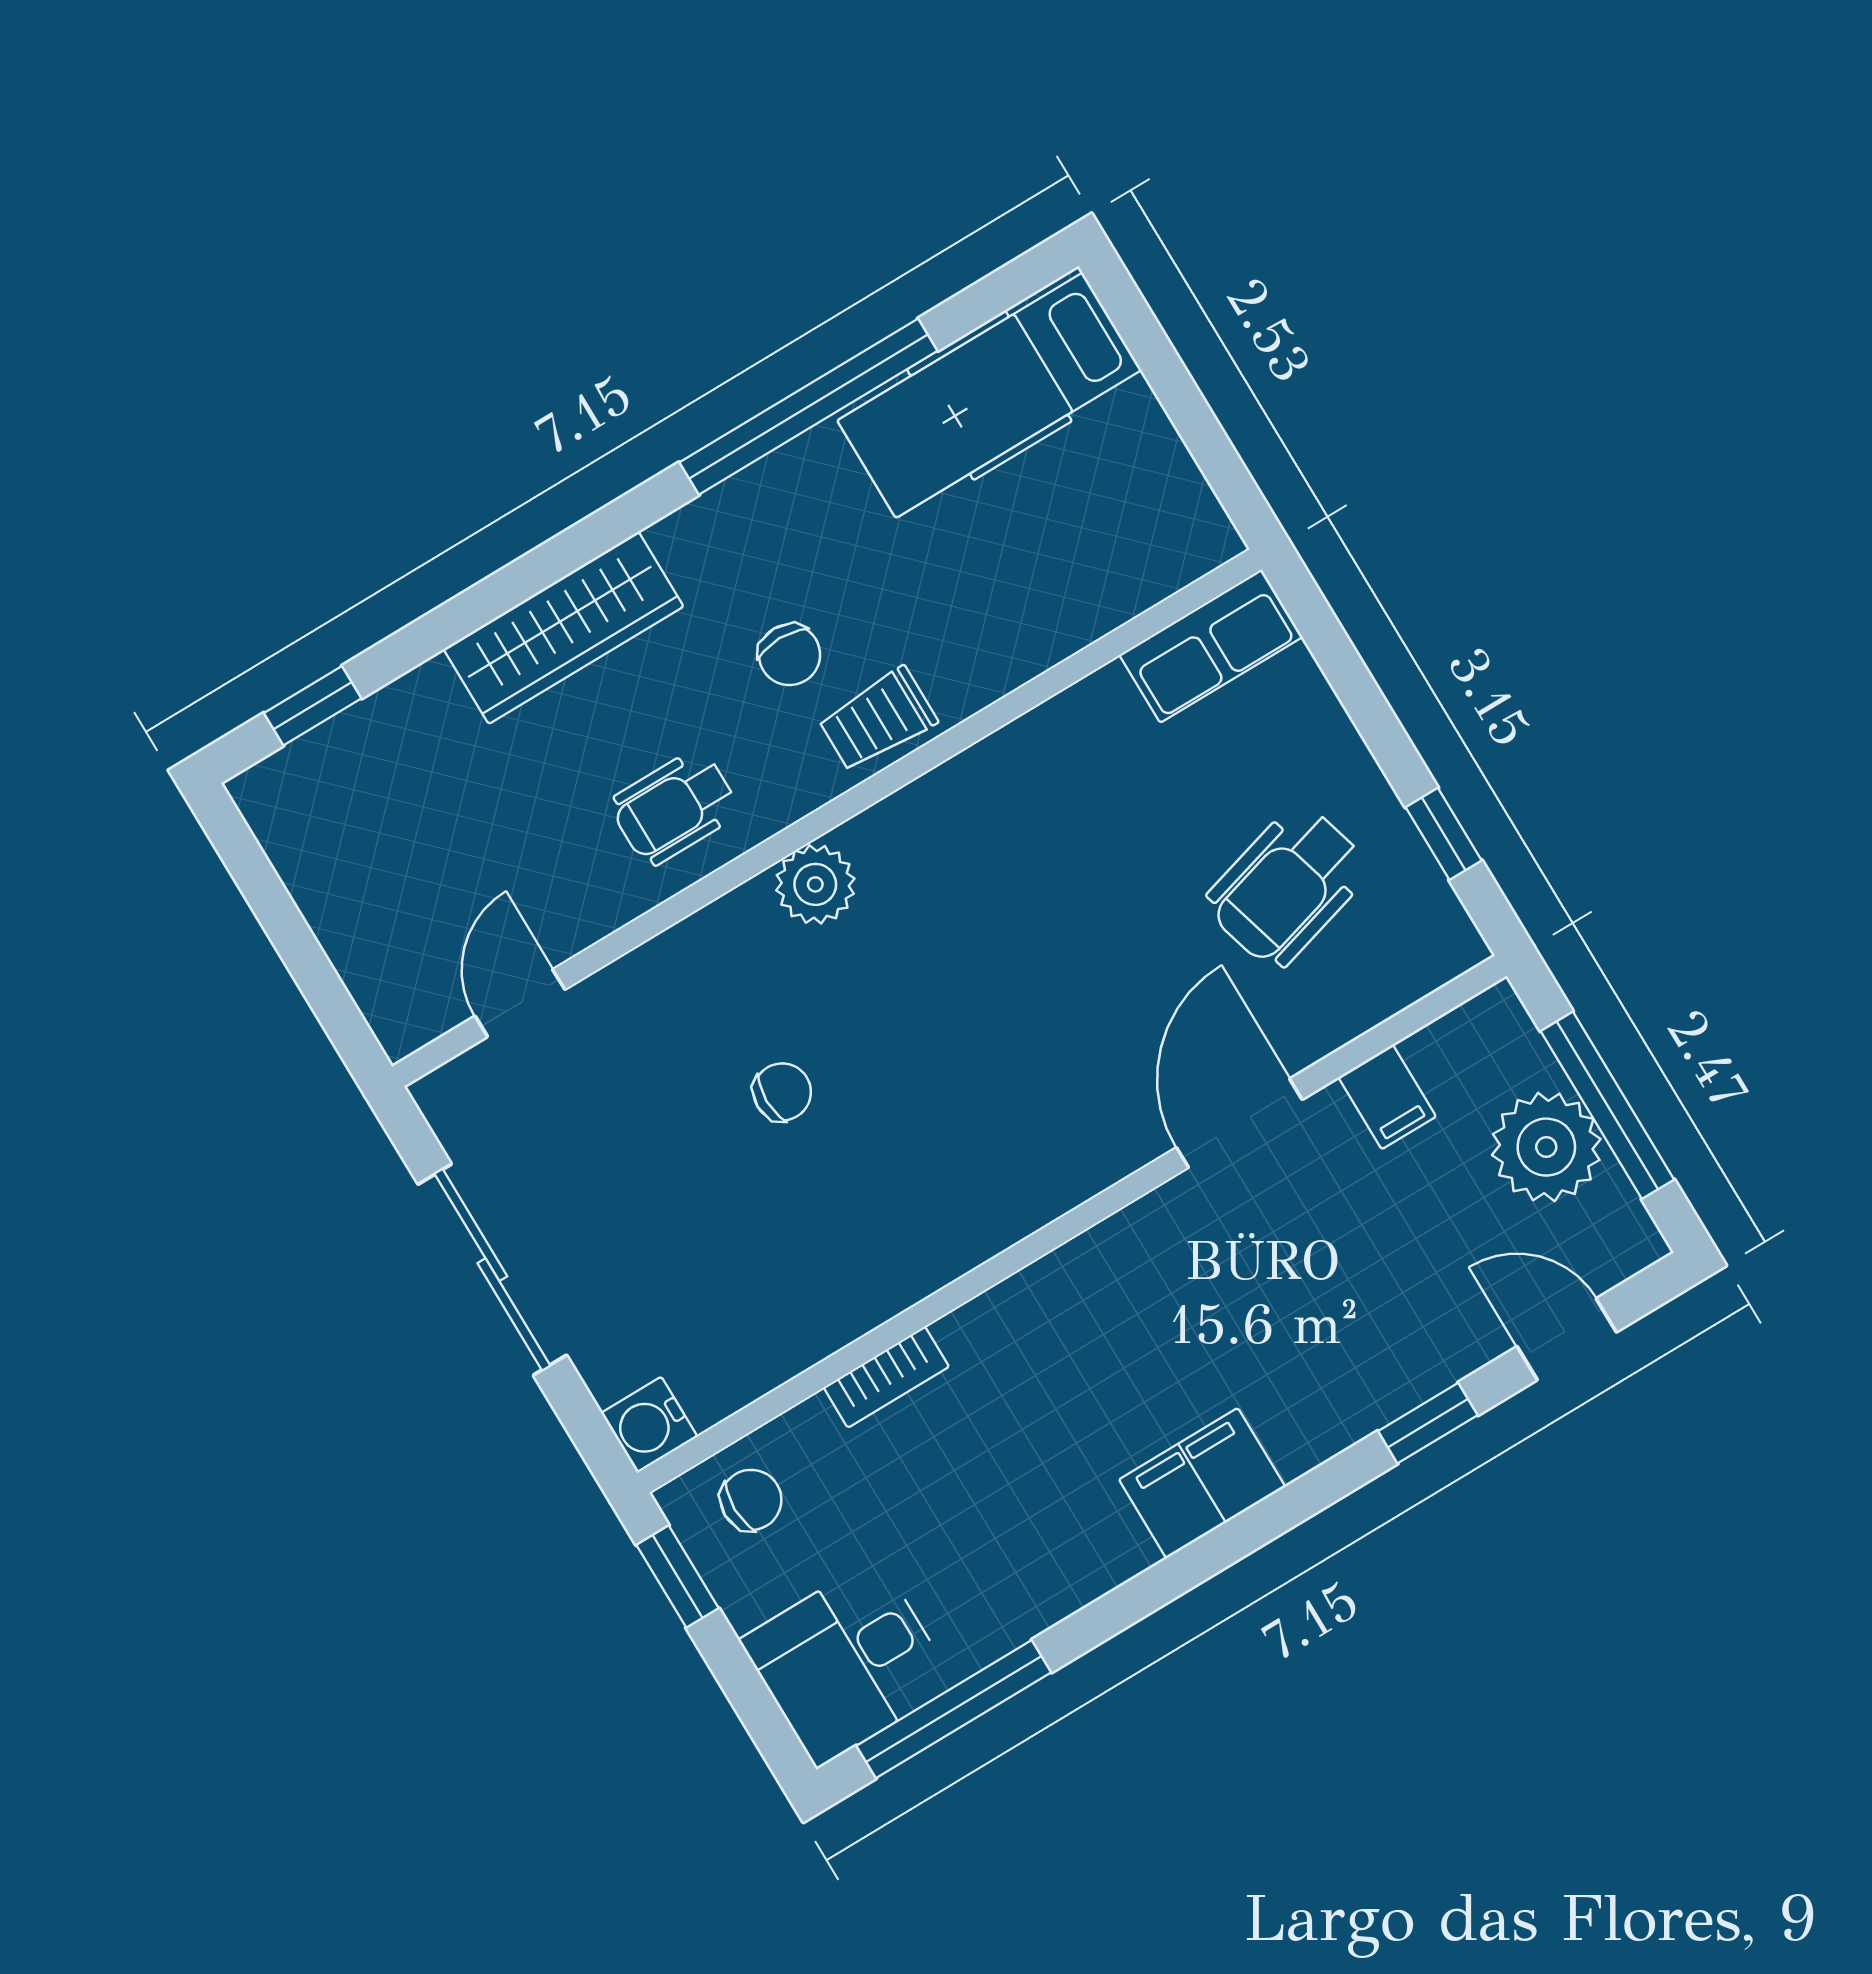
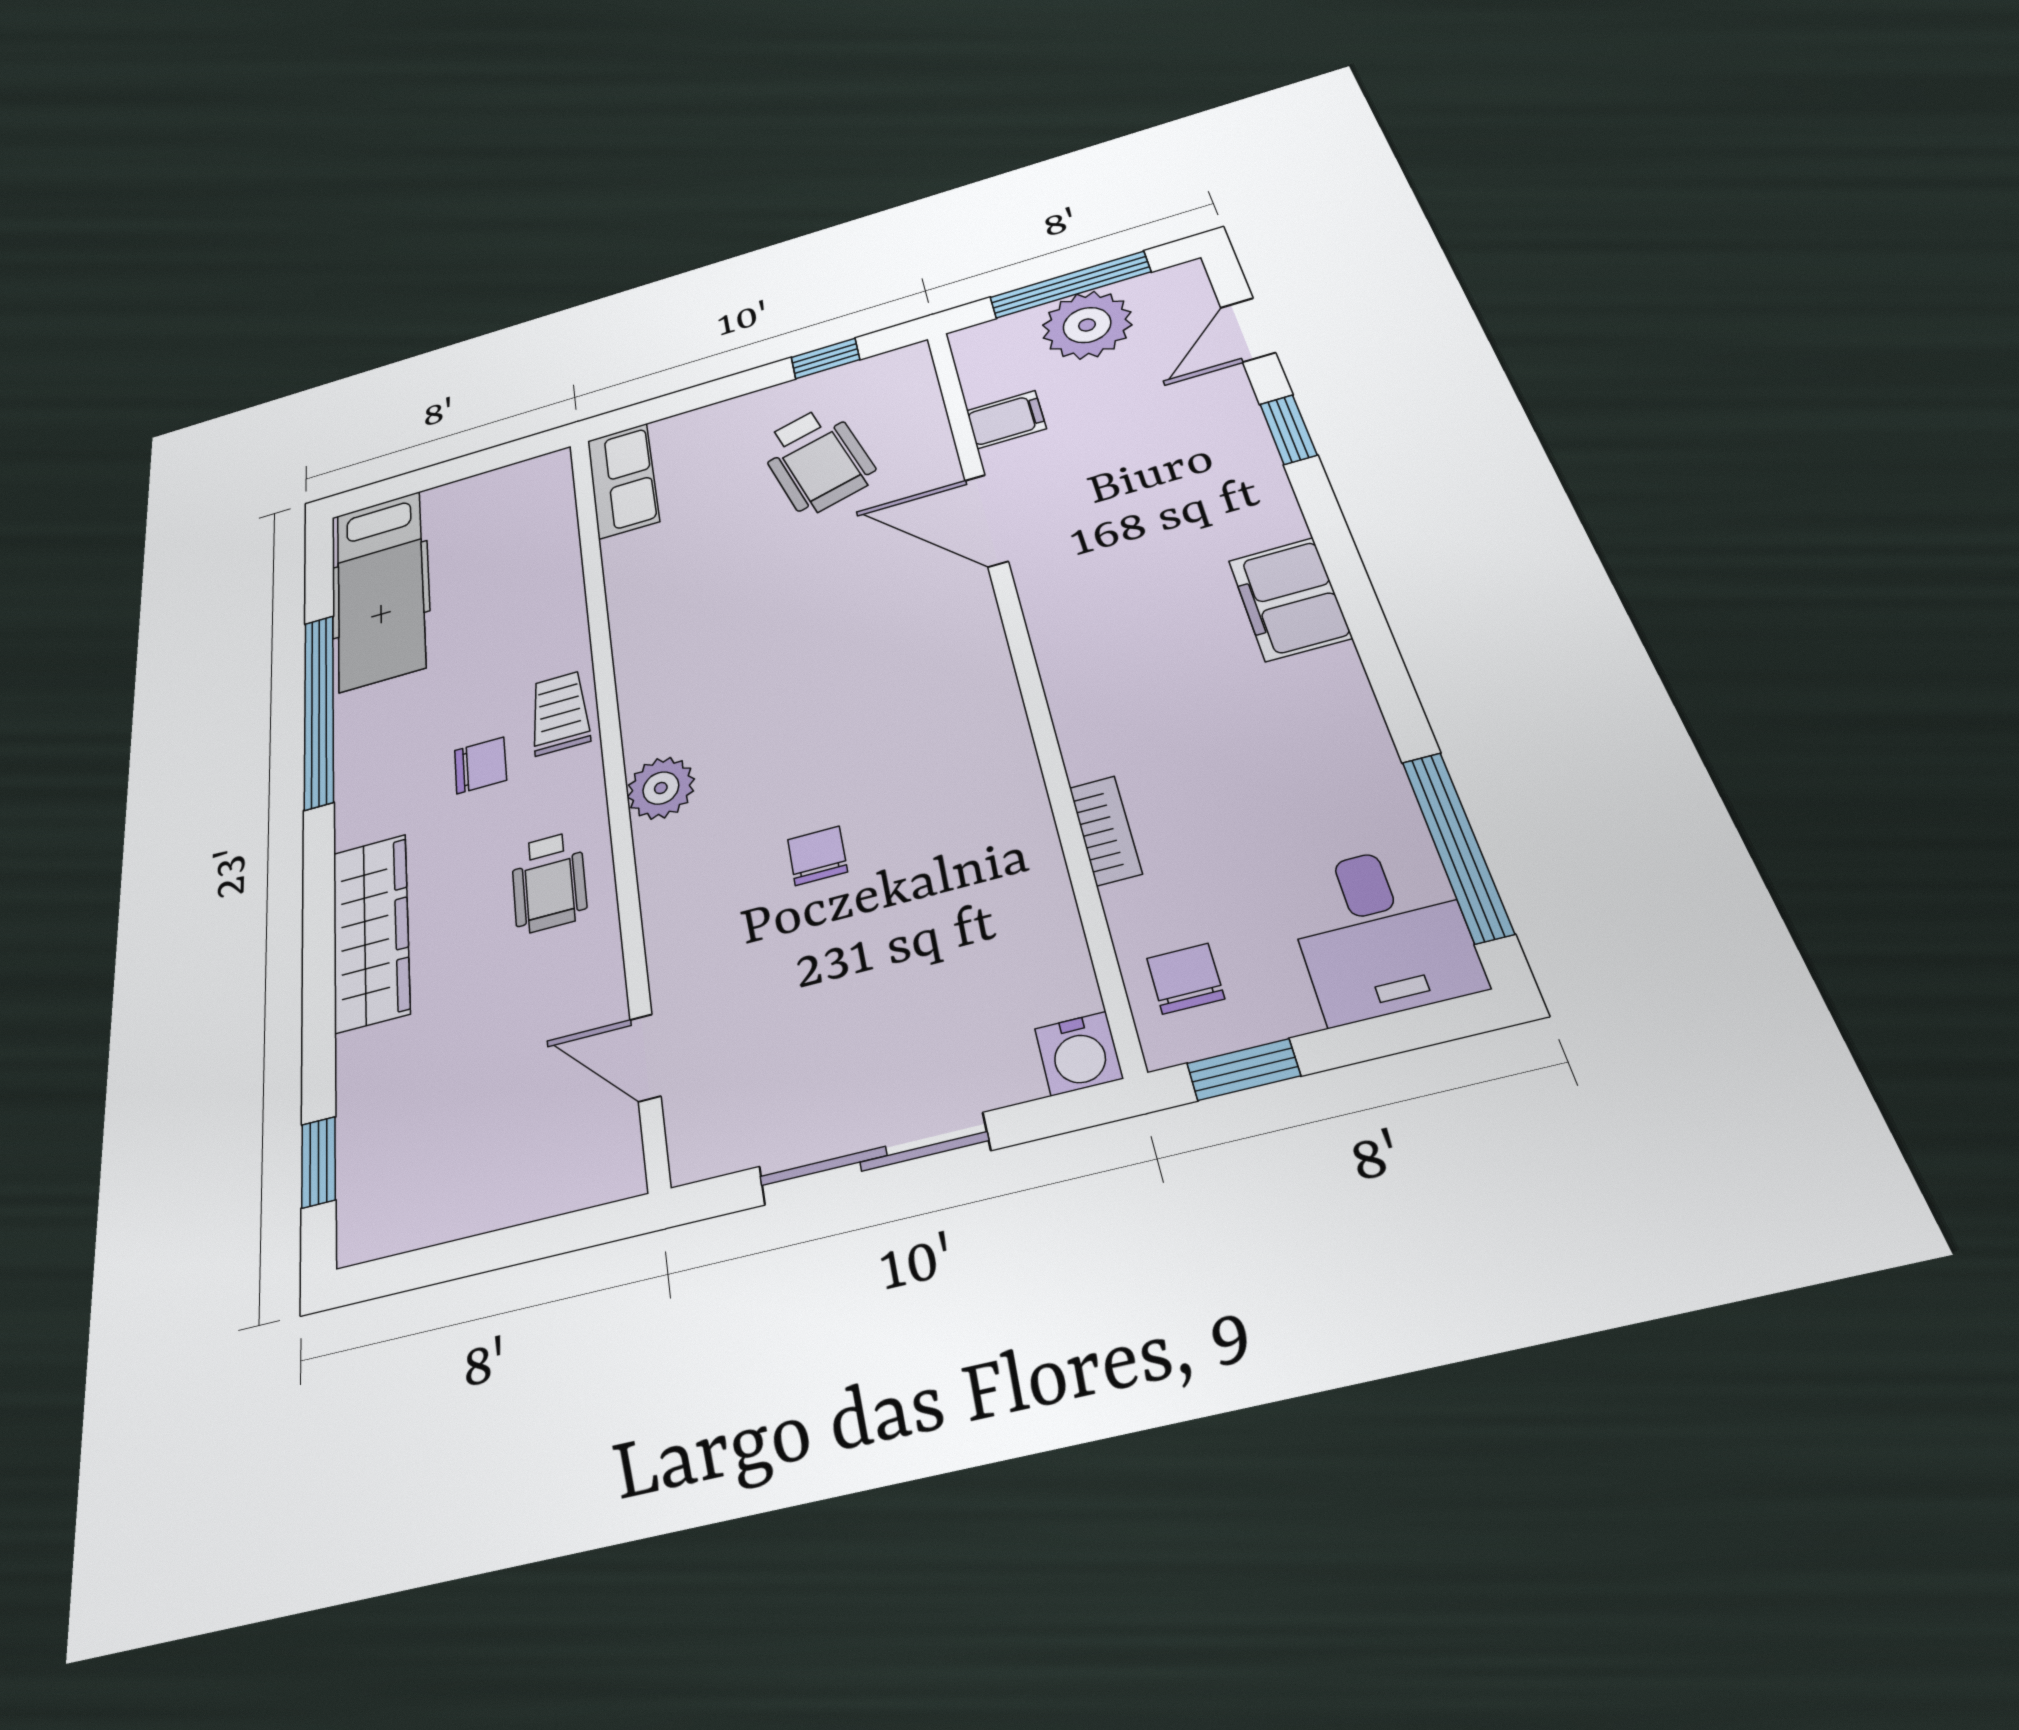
trolley: (878, 720) -> (560, 713), turned 180

